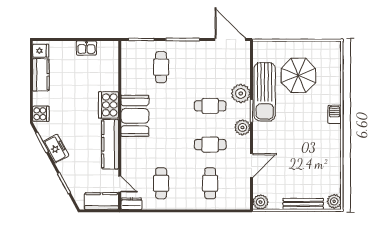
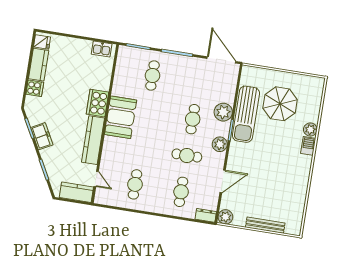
kitchen sink: (86, 48) -> (102, 49), moved
cafe table: (210, 106) -> (193, 119), turned 90
cooker: (41, 114) -> (35, 88), moved
plant: (334, 201) -> (310, 130), moved
dresser: (131, 204) -> (206, 215), moved

